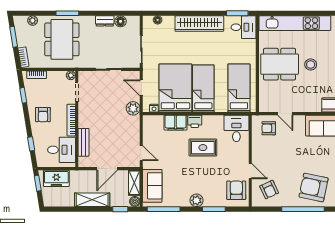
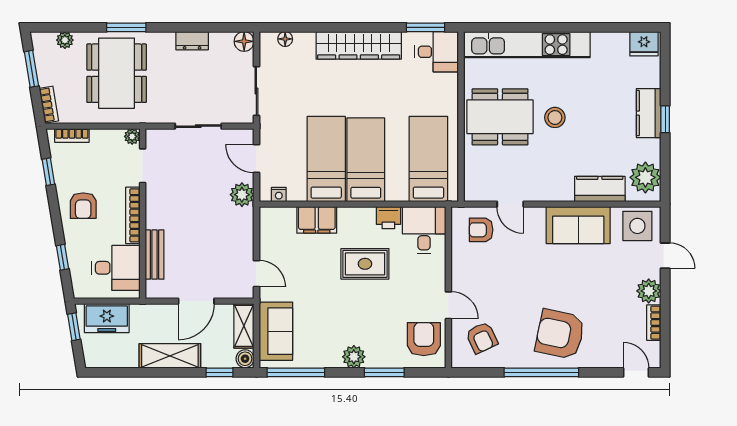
floor lamp: (121, 21) -> (244, 41), moved
bed: (175, 88) -> (326, 159), width x0.67
printer: (195, 121) -> (388, 218), moved

